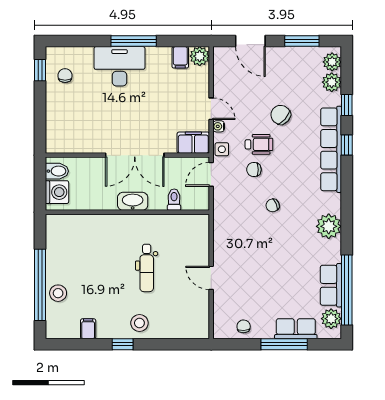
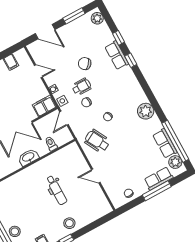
plant: (200, 56) -> (21, 56), removed
plant: (332, 82) -> (103, 30), removed
door: (211, 109) -> (38, 71), moved
row of seats: (331, 149) -> (117, 55), width x0.50
wheelchair: (239, 231) -> (97, 141), added

